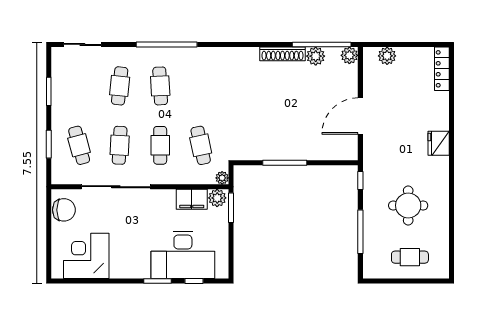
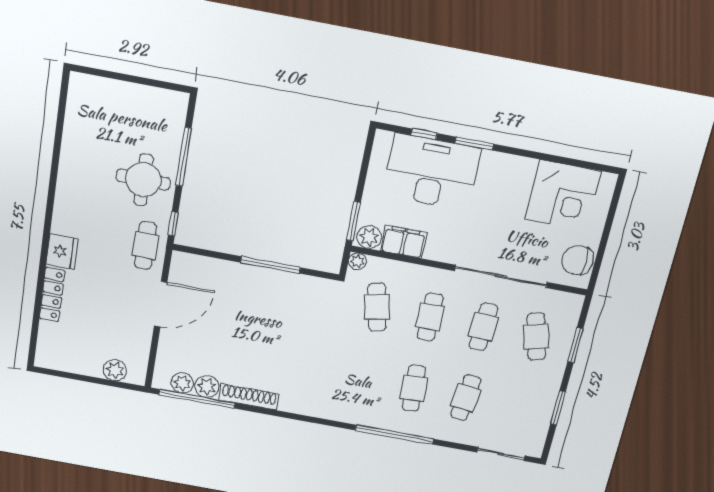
plant: (349, 55) -> (182, 383), moved
locker: (442, 69) -> (52, 295), moved
round table: (408, 205) -> (143, 180), moved
cafe table: (410, 257) -> (145, 246), moved, turned 90

